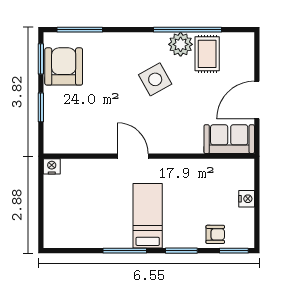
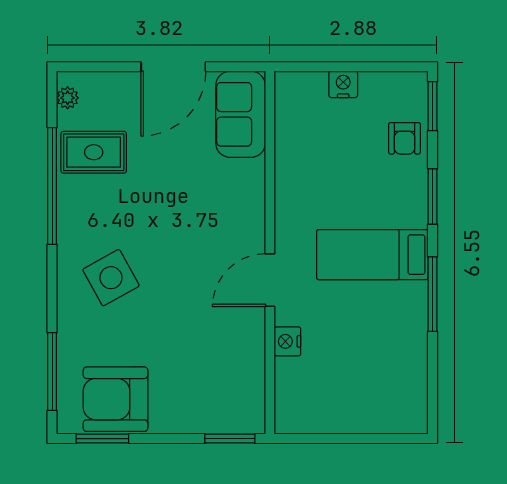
plant: (181, 44) -> (68, 98), moved, width x0.53, depth x0.53
side table: (155, 79) -> (111, 278), moved
door: (257, 100) -> (173, 67), hinge flipped
window: (41, 107) -> (230, 439), moved
nightstand: (52, 166) -> (287, 341), moved
armchair: (215, 234) -> (405, 138), turned 180

